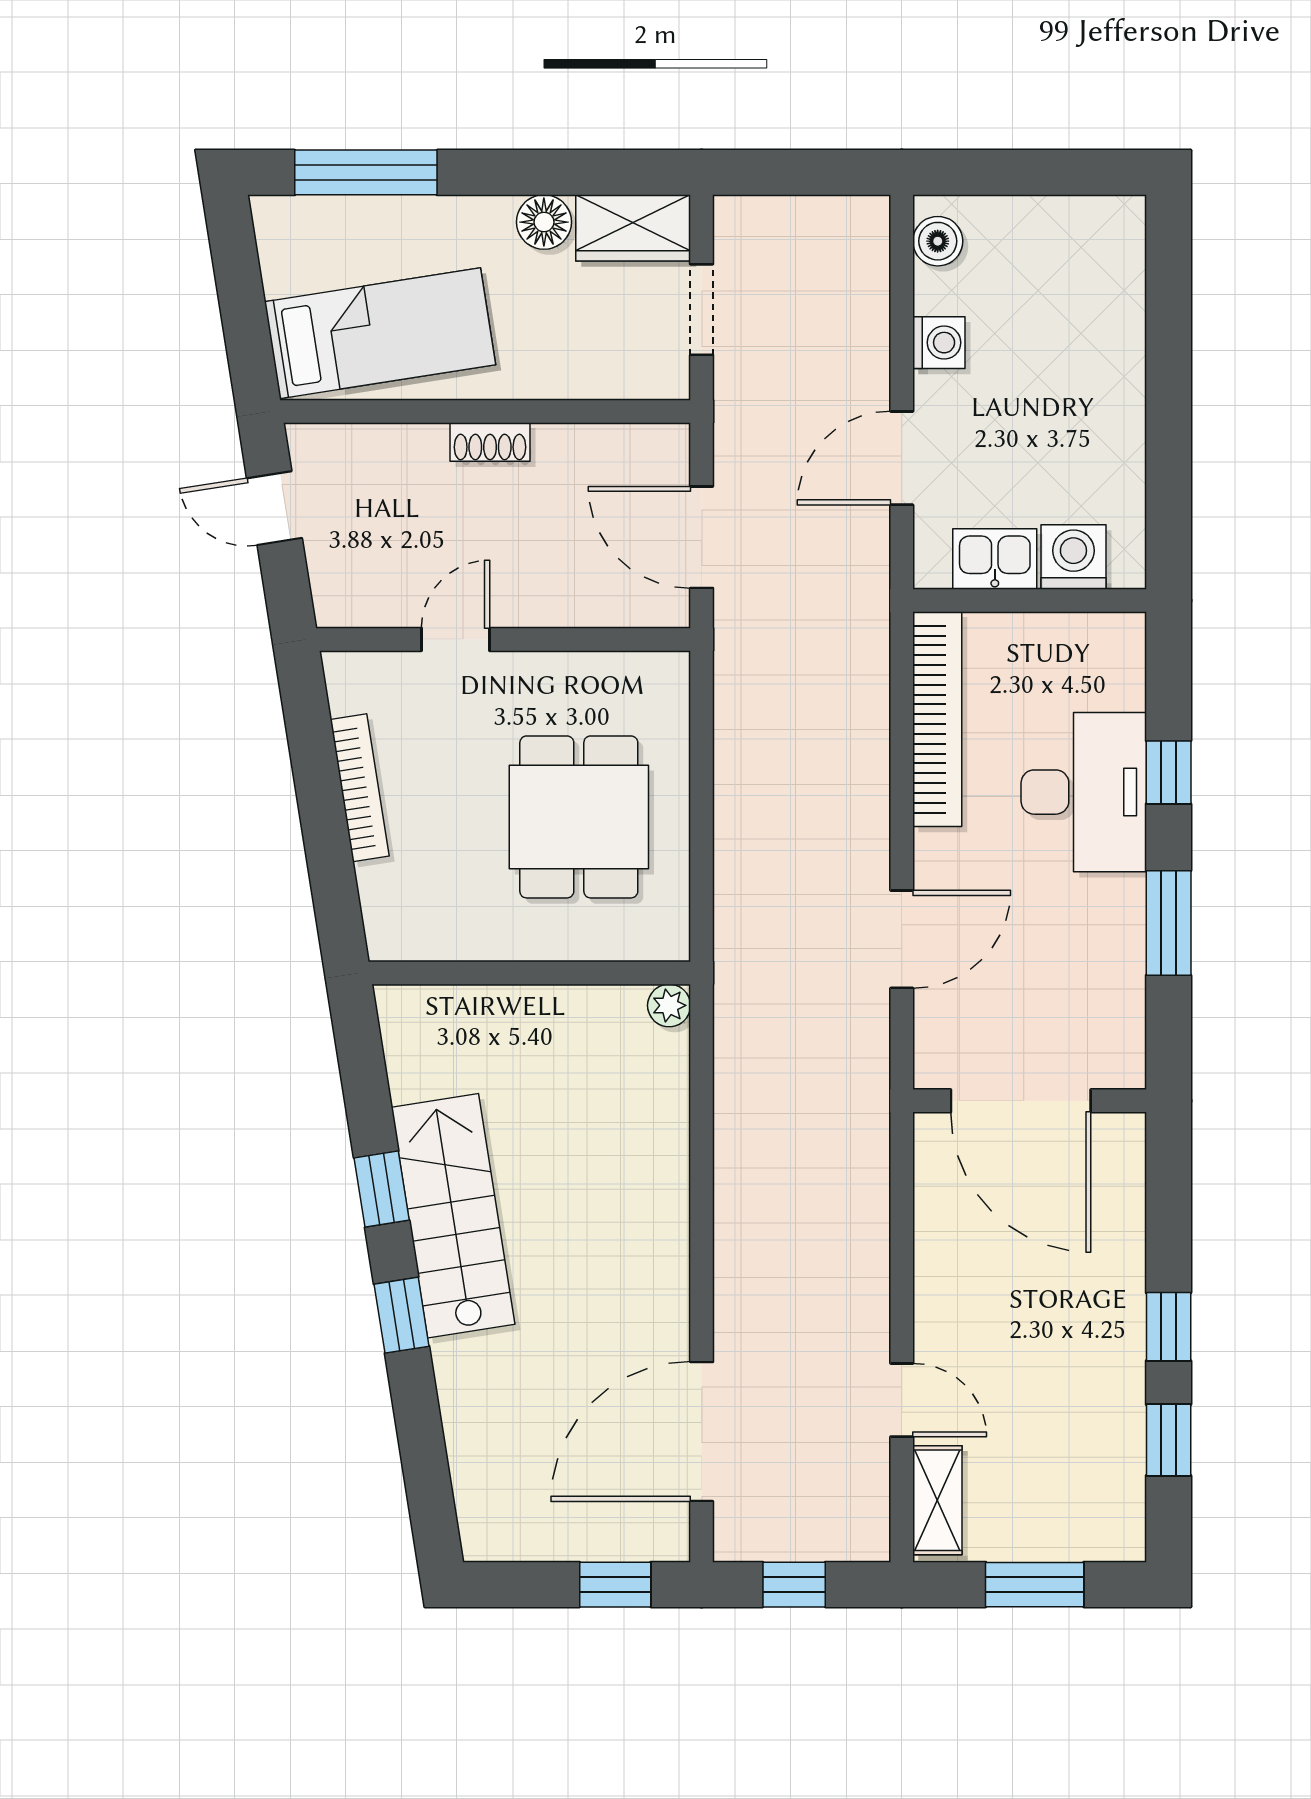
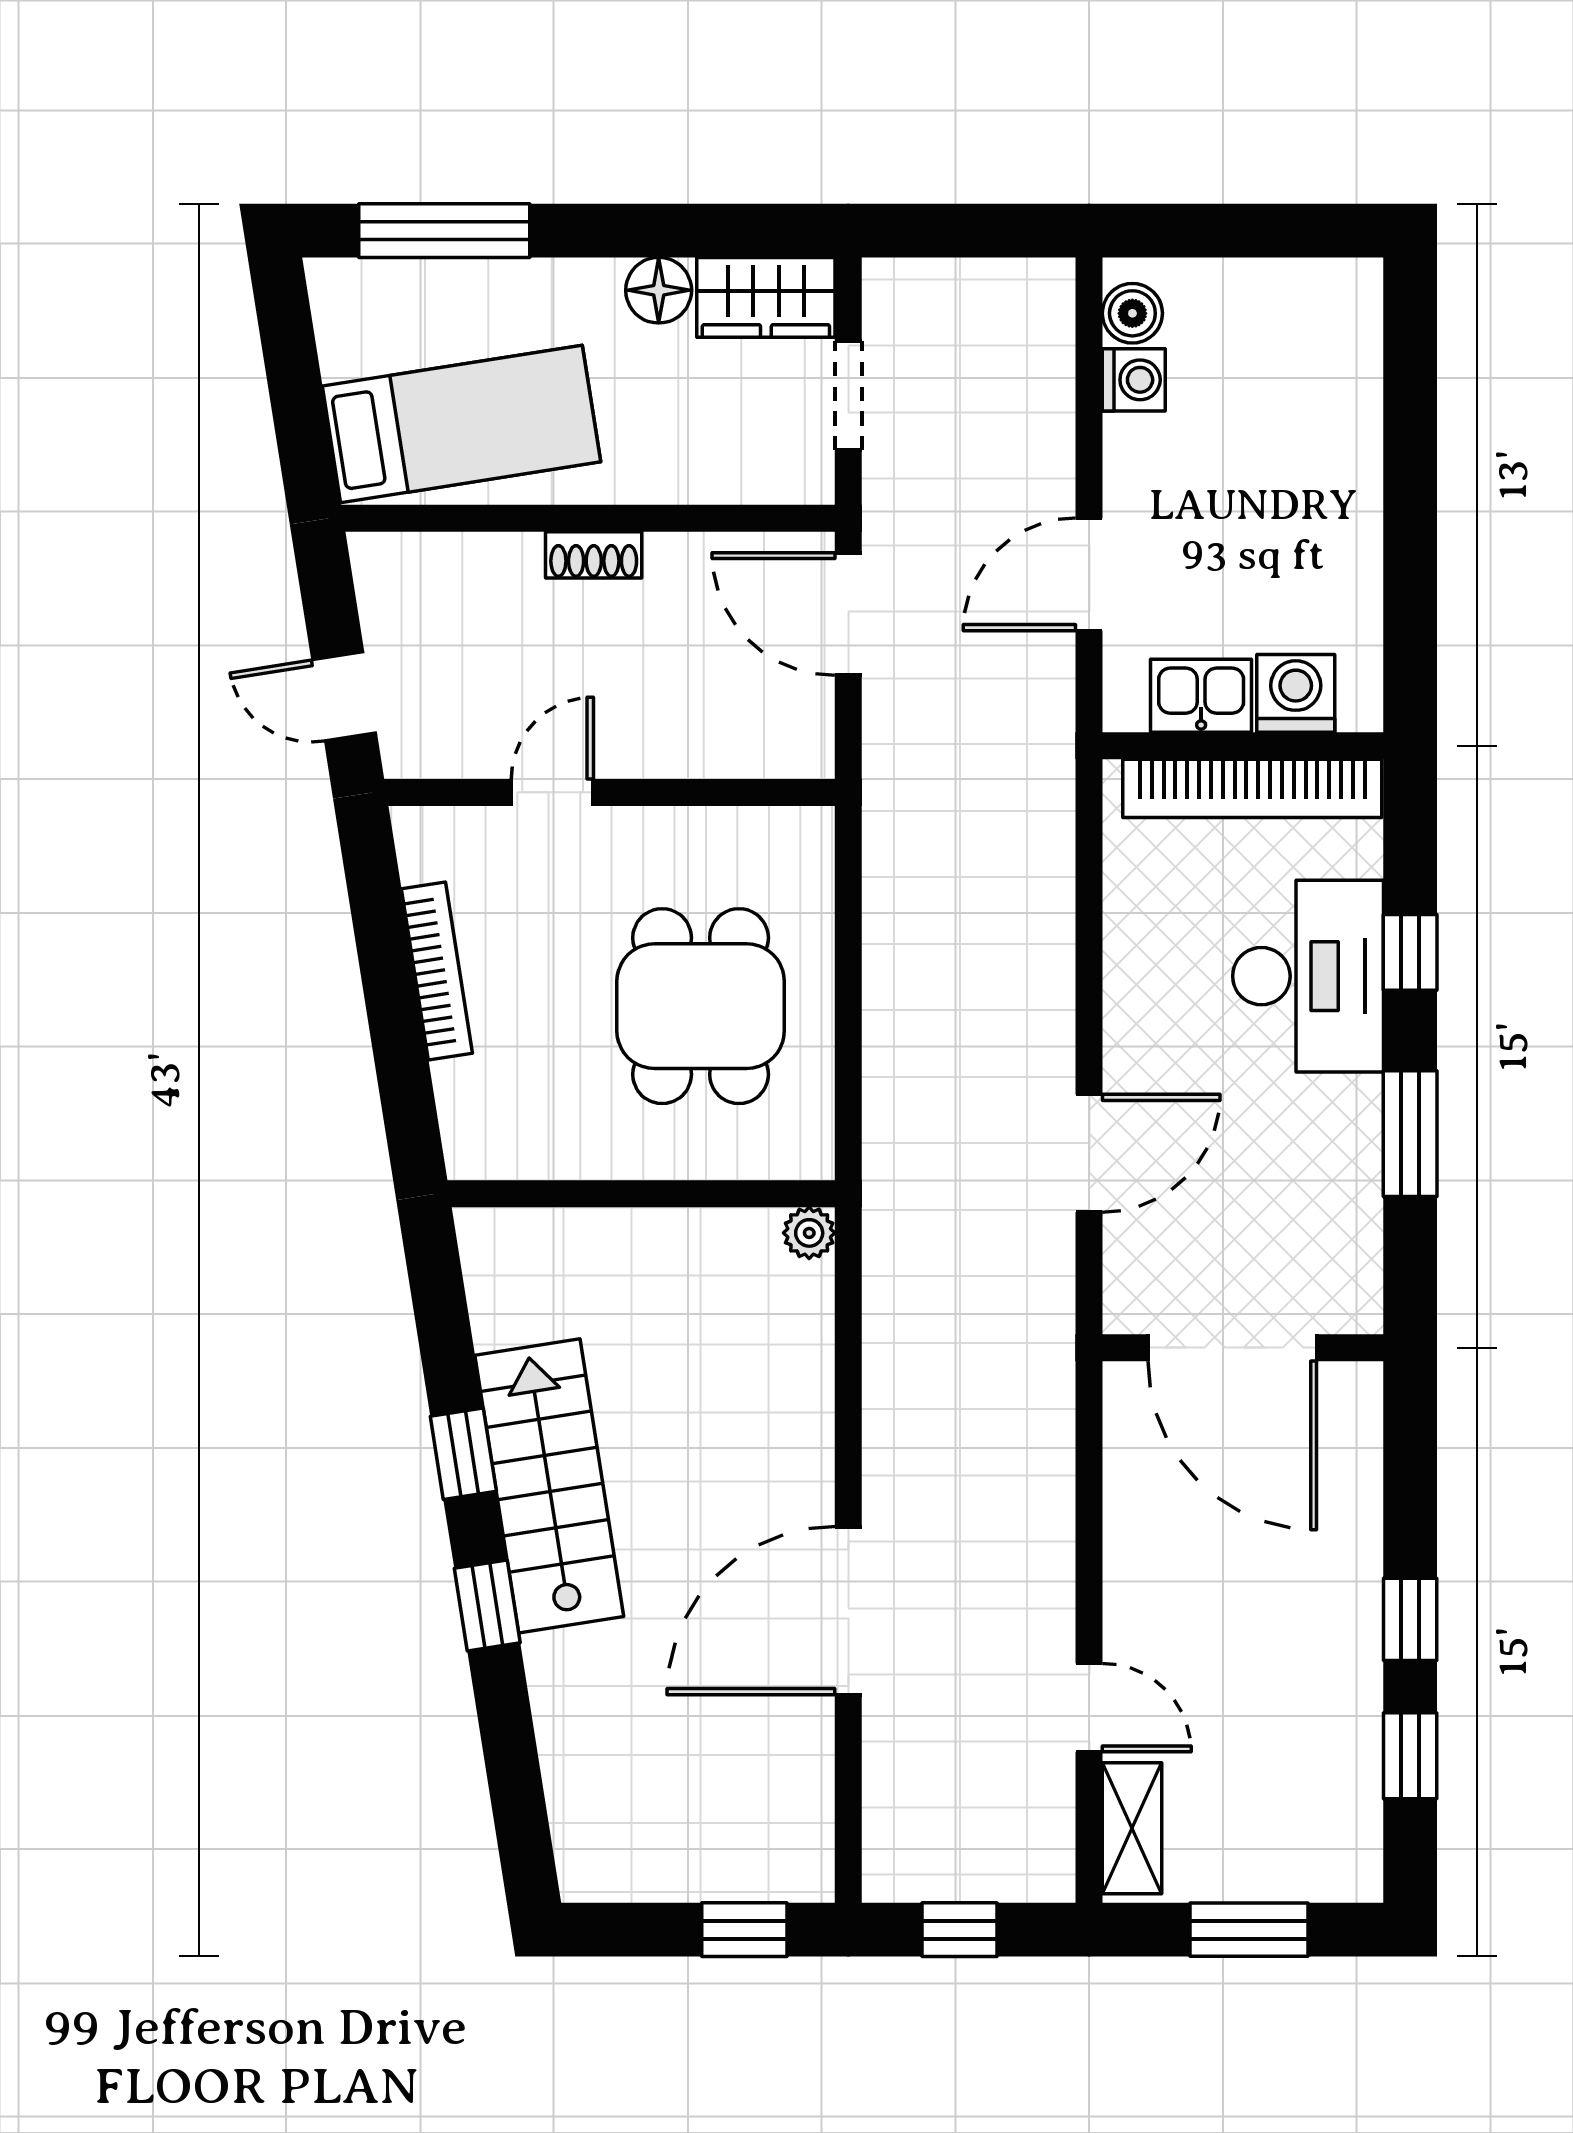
washing machine: (939, 343) -> (1134, 380), moved
door: (274, 508) -> (344, 696), moved
door: (702, 537) -> (848, 614), moved
bookcase: (937, 719) -> (1252, 788), moved, turned 90
door: (702, 1432) -> (848, 1611), moved

